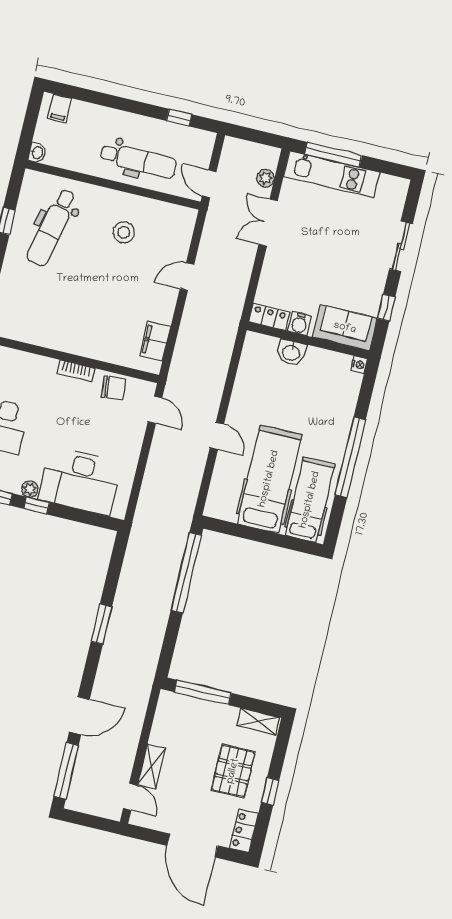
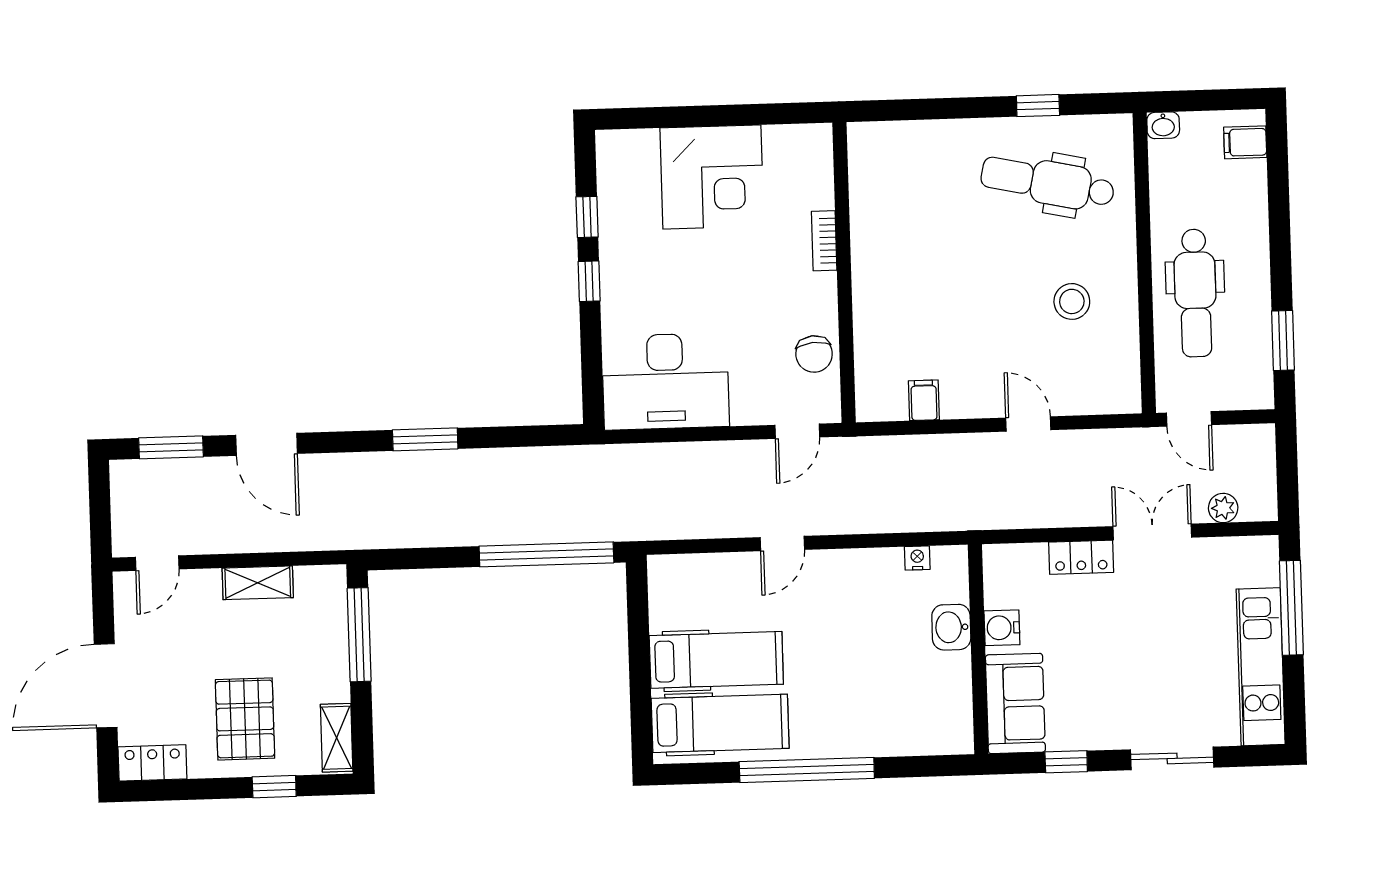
window: (179, 118) -> (1283, 341), width x1.50
kitchen unit: (332, 174) -> (1261, 667), moved
door: (209, 184) -> (1189, 419), swing flipped
locker: (269, 317) -> (1081, 557), moved, turned 90
filing cabinet: (155, 341) -> (924, 400), width x0.50
nightstand: (359, 365) -> (917, 558), moved, turned 180
bookcase: (76, 371) -> (824, 241), moved
hospital bed: (269, 479) -> (716, 660), width x0.73, depth x0.78
desk: (80, 481) -> (665, 381), moved, turned -90
plant: (30, 489) -> (613, 263), removed
shelving: (151, 766) -> (258, 583), moved
window: (66, 771) -> (171, 447), width x0.69
pallet: (233, 771) -> (245, 719), turned 90
window: (270, 791) -> (274, 787), moved

